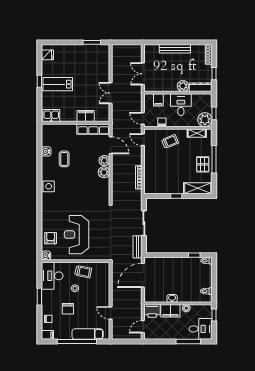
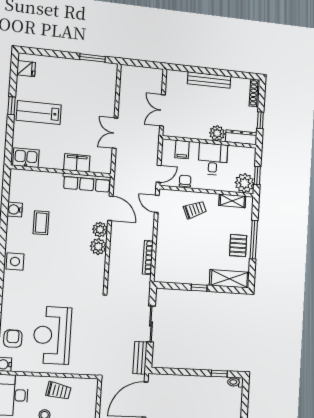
door: (143, 118) -> (159, 174), swing flipped

